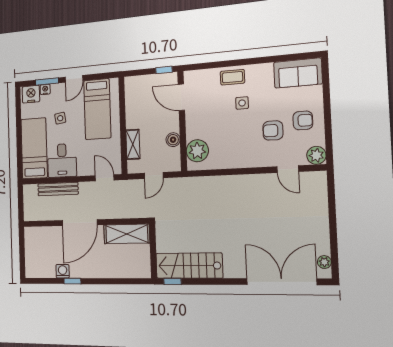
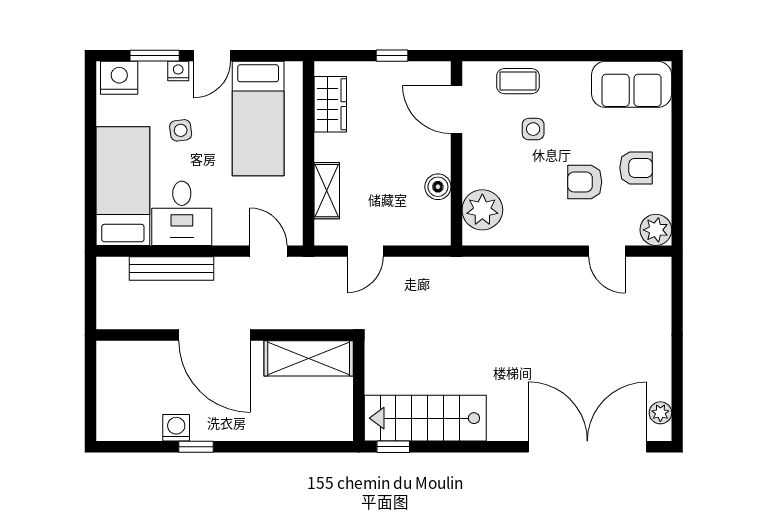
nightstand: (45, 89) -> (178, 71), moved
door: (181, 97) -> (456, 109), moved
wardrobe: (133, 99) -> (330, 104), added
wall: (182, 121) -> (456, 153), moved
boiler: (173, 140) -> (438, 187), moved
plant: (197, 151) -> (482, 210), moved
door: (80, 223) -> (214, 335), hinge flipped

